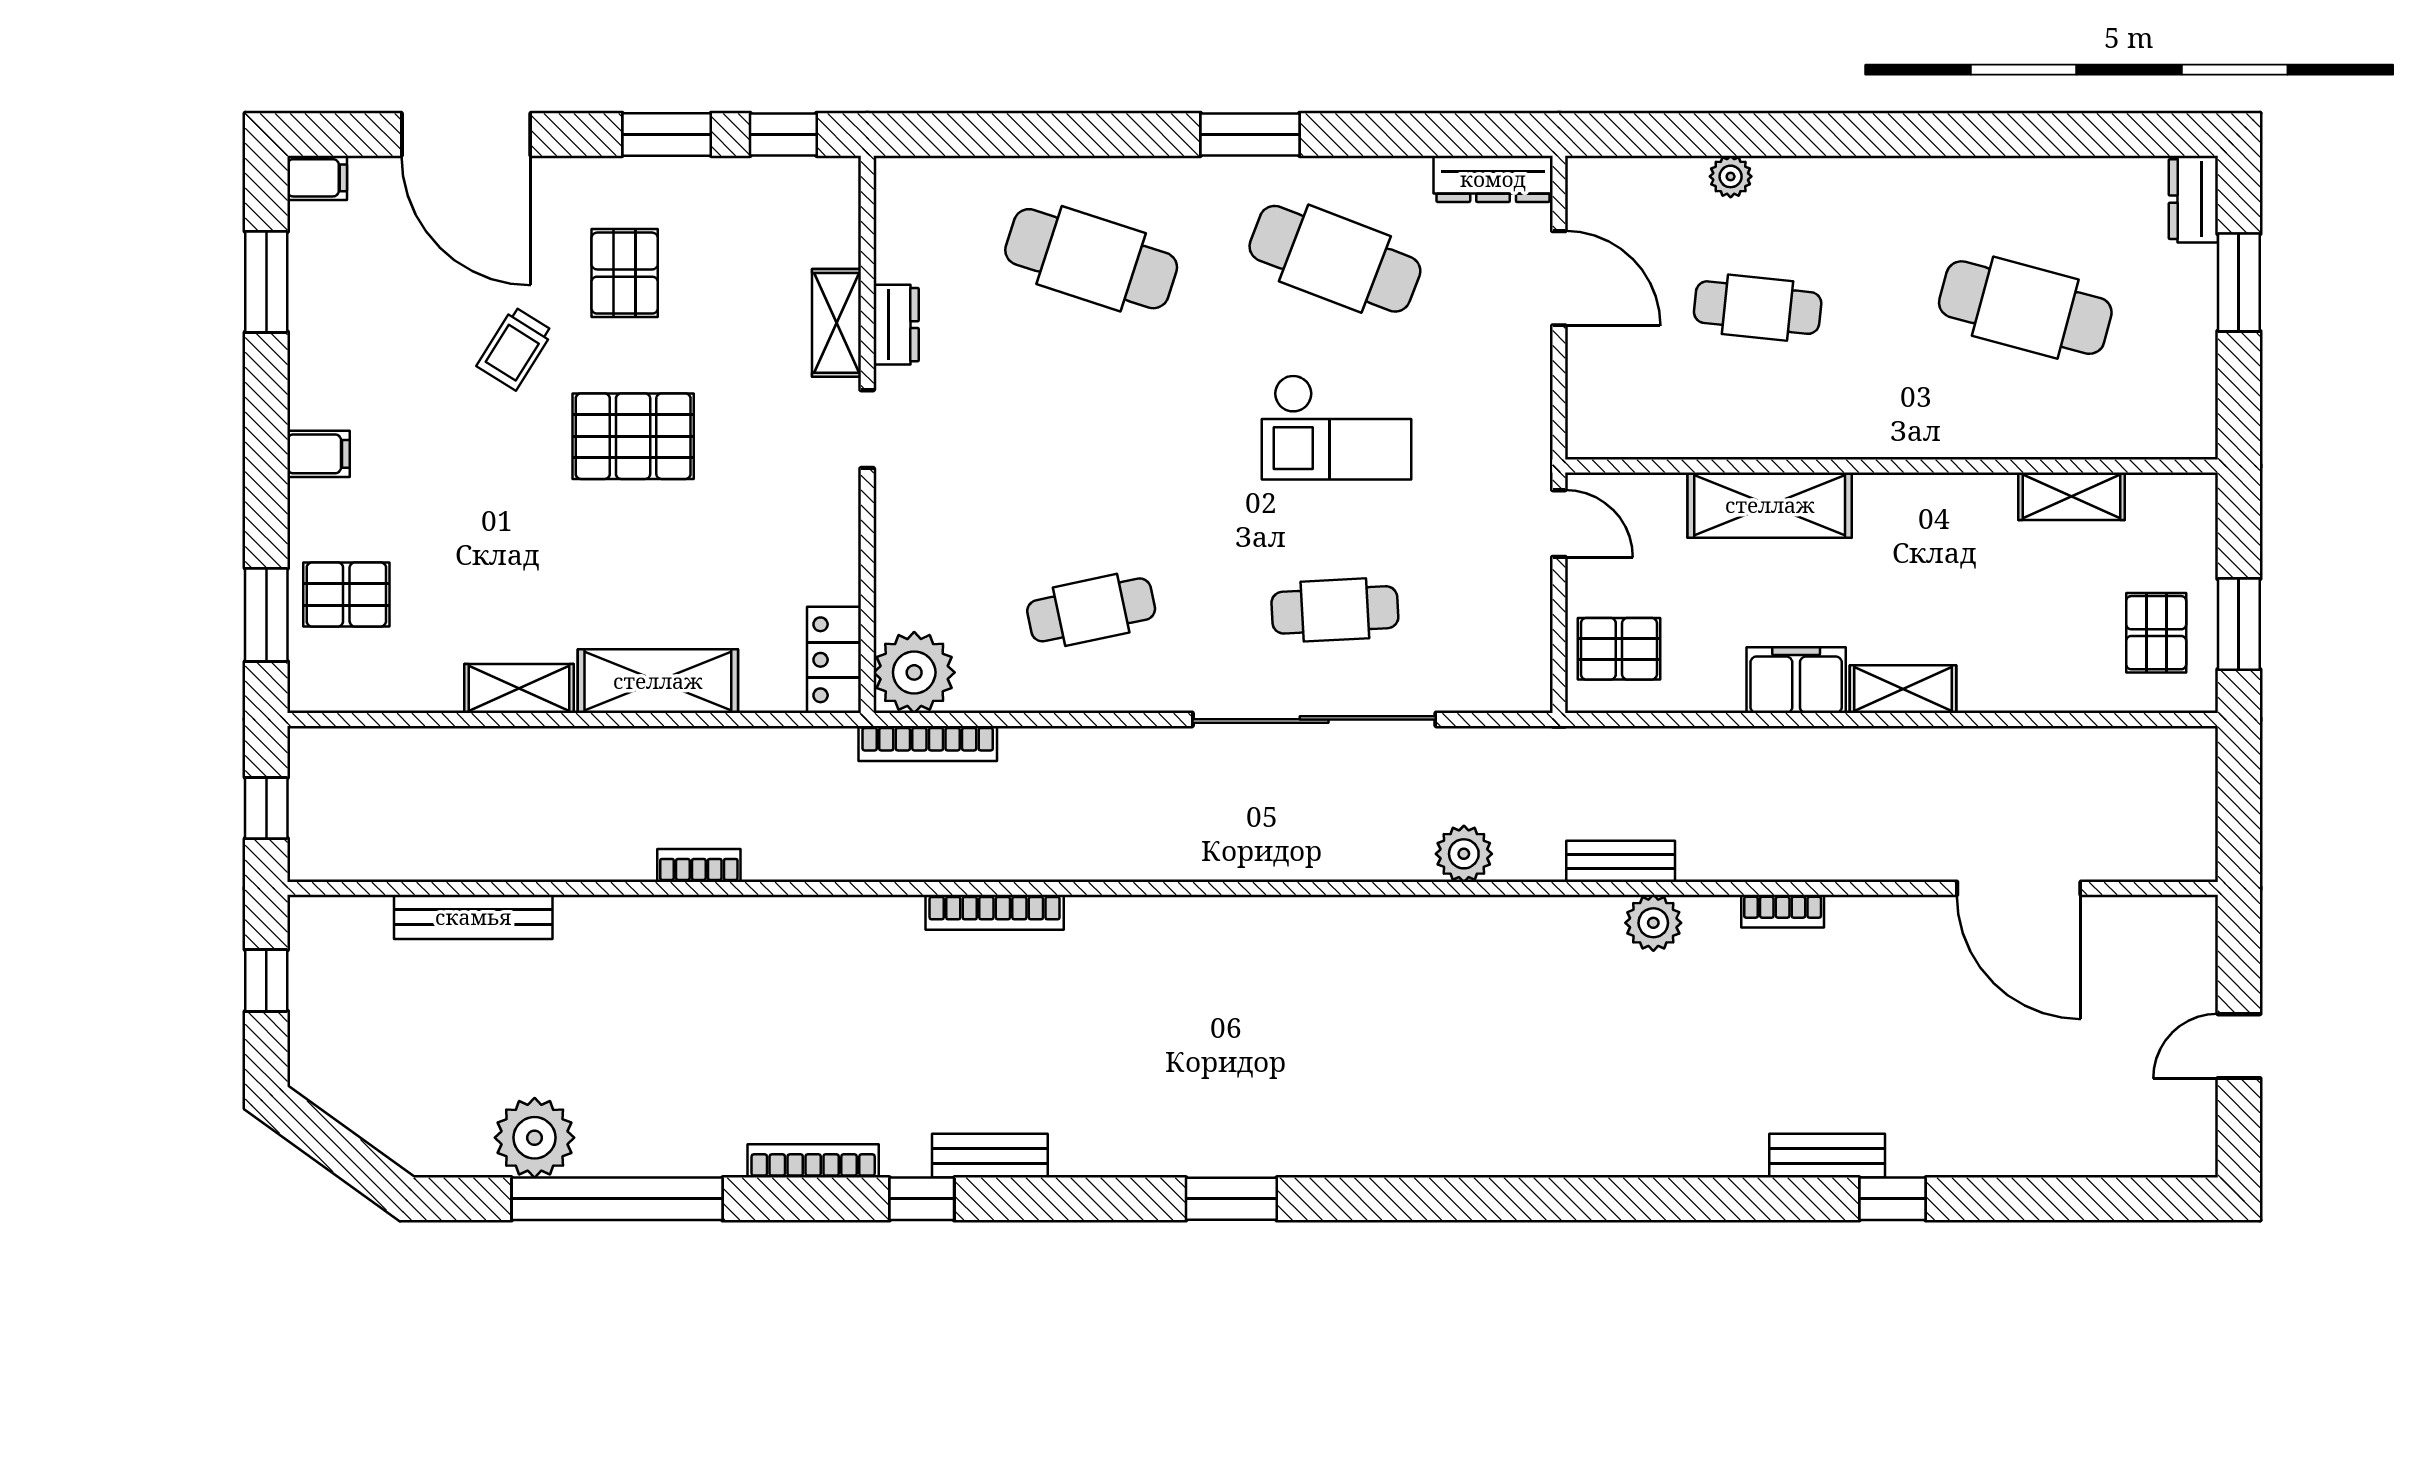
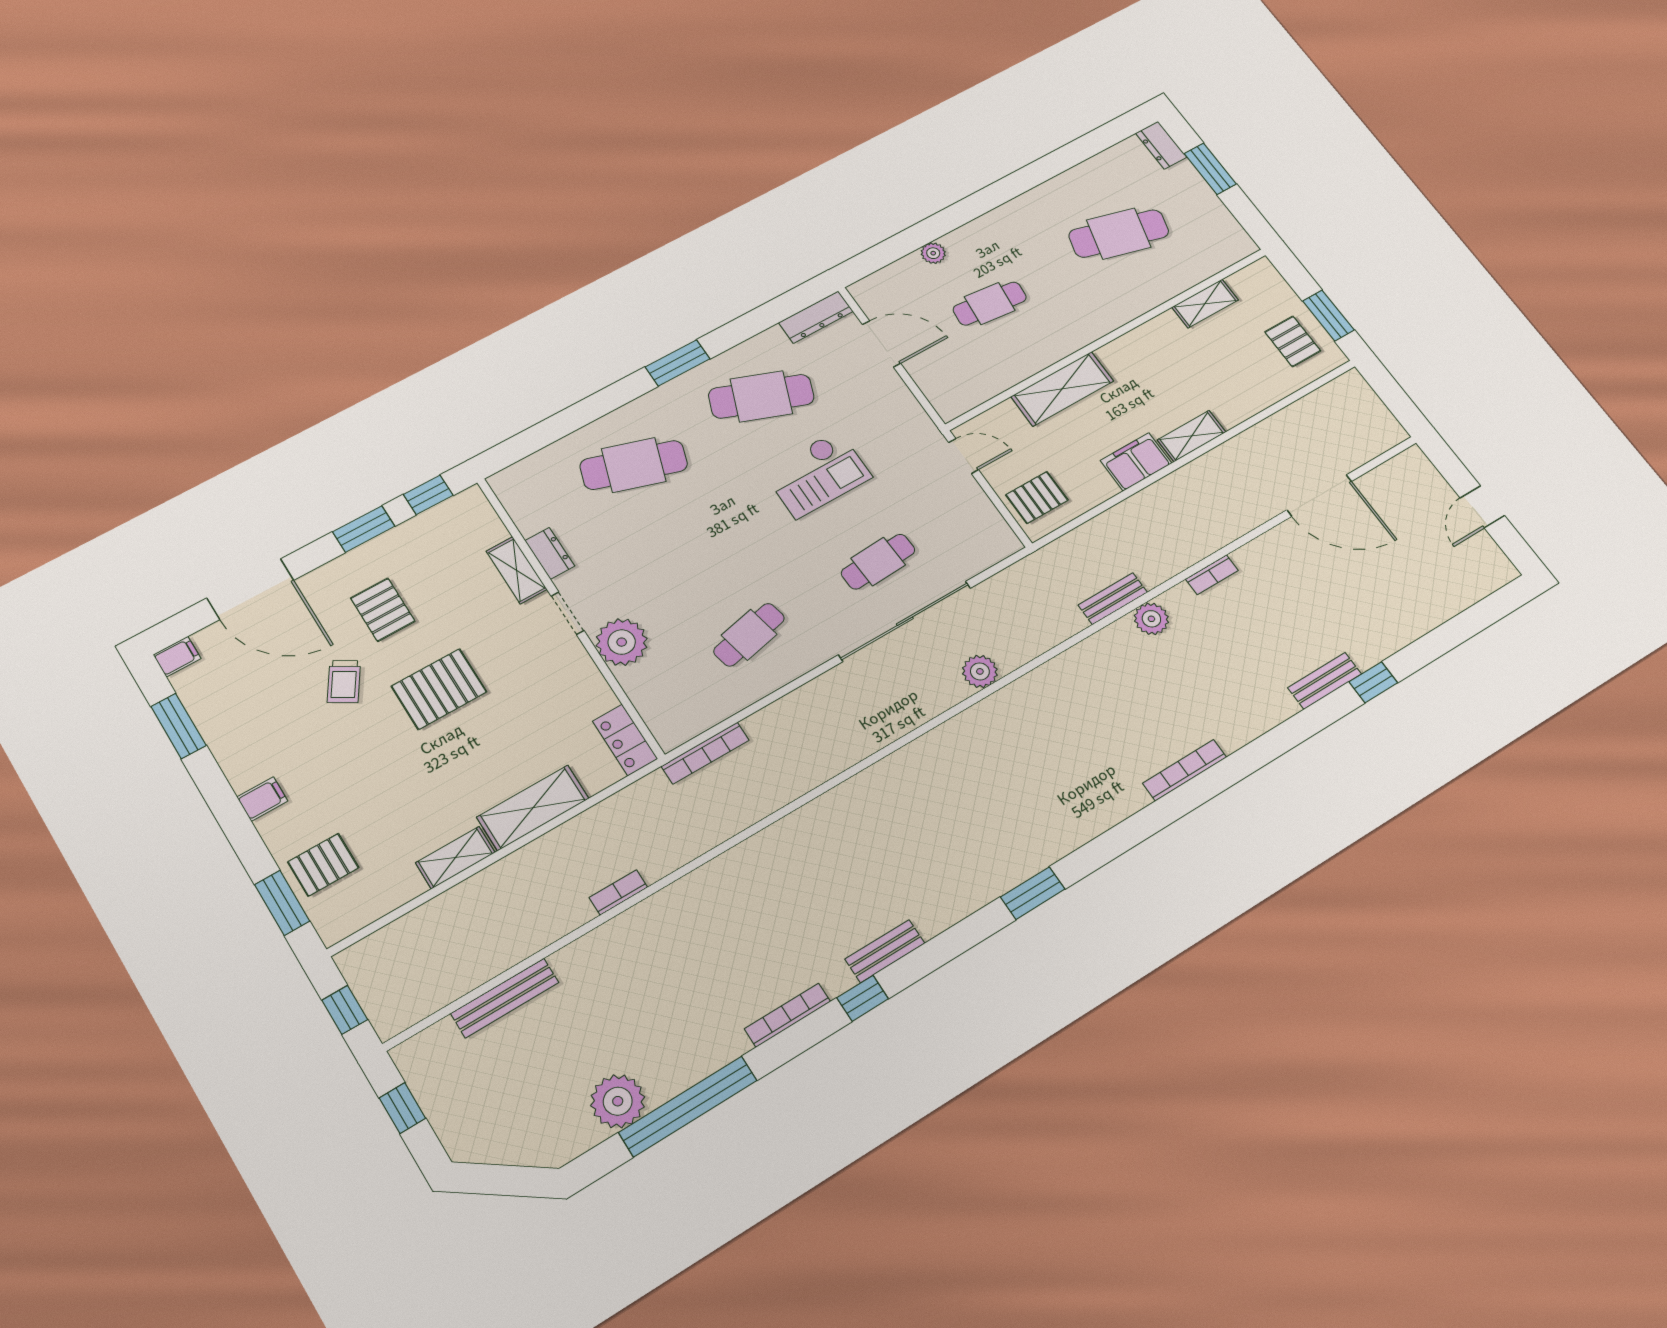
plant: (914, 672) -> (622, 642), moved
plant: (1464, 854) -> (980, 671), moved
bookcase: (995, 912) -> (1185, 770), moved, turned 180

